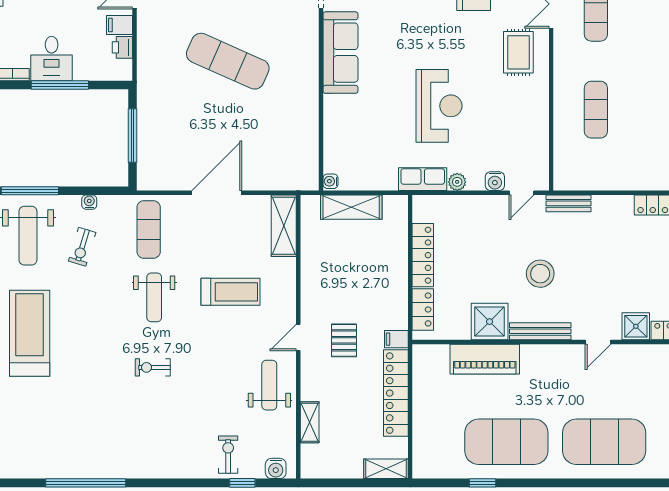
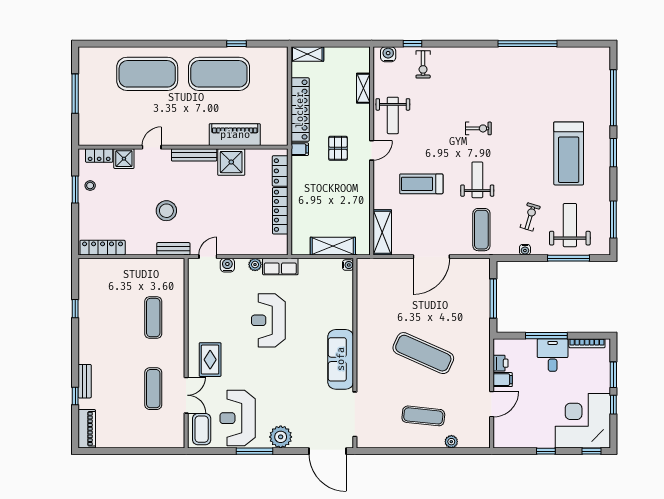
stool: (540, 274) -> (166, 211), moved

